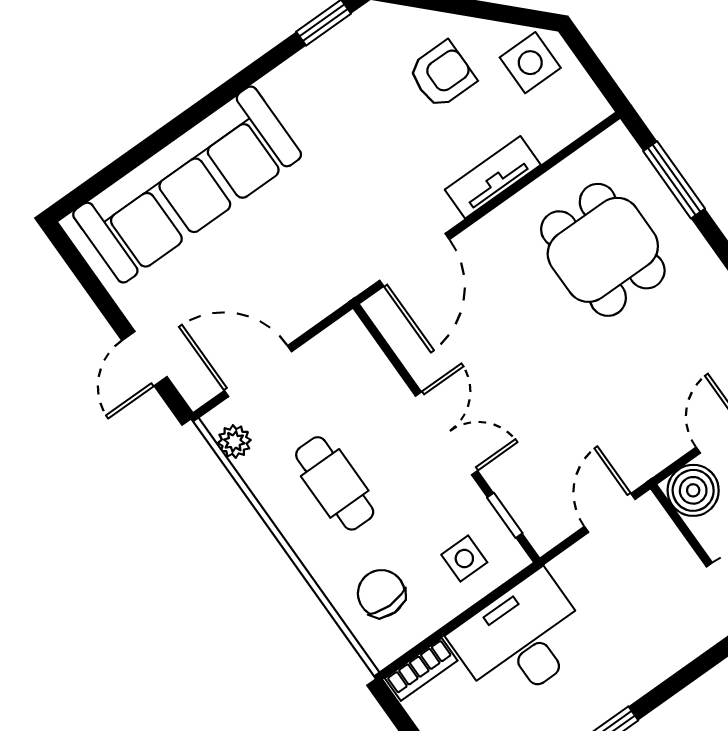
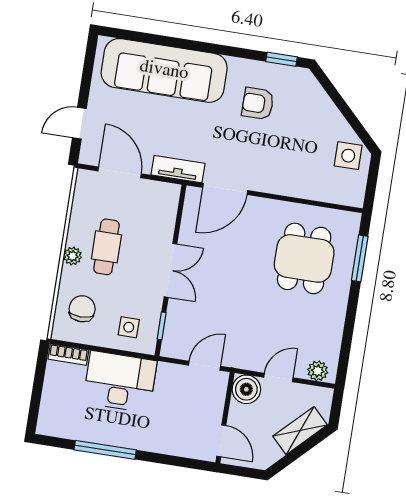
armchair: (442, 75) -> (258, 104), moved, turned 180
tv unit: (493, 177) -> (178, 169), moved
plant: (234, 442) -> (73, 256), moved

